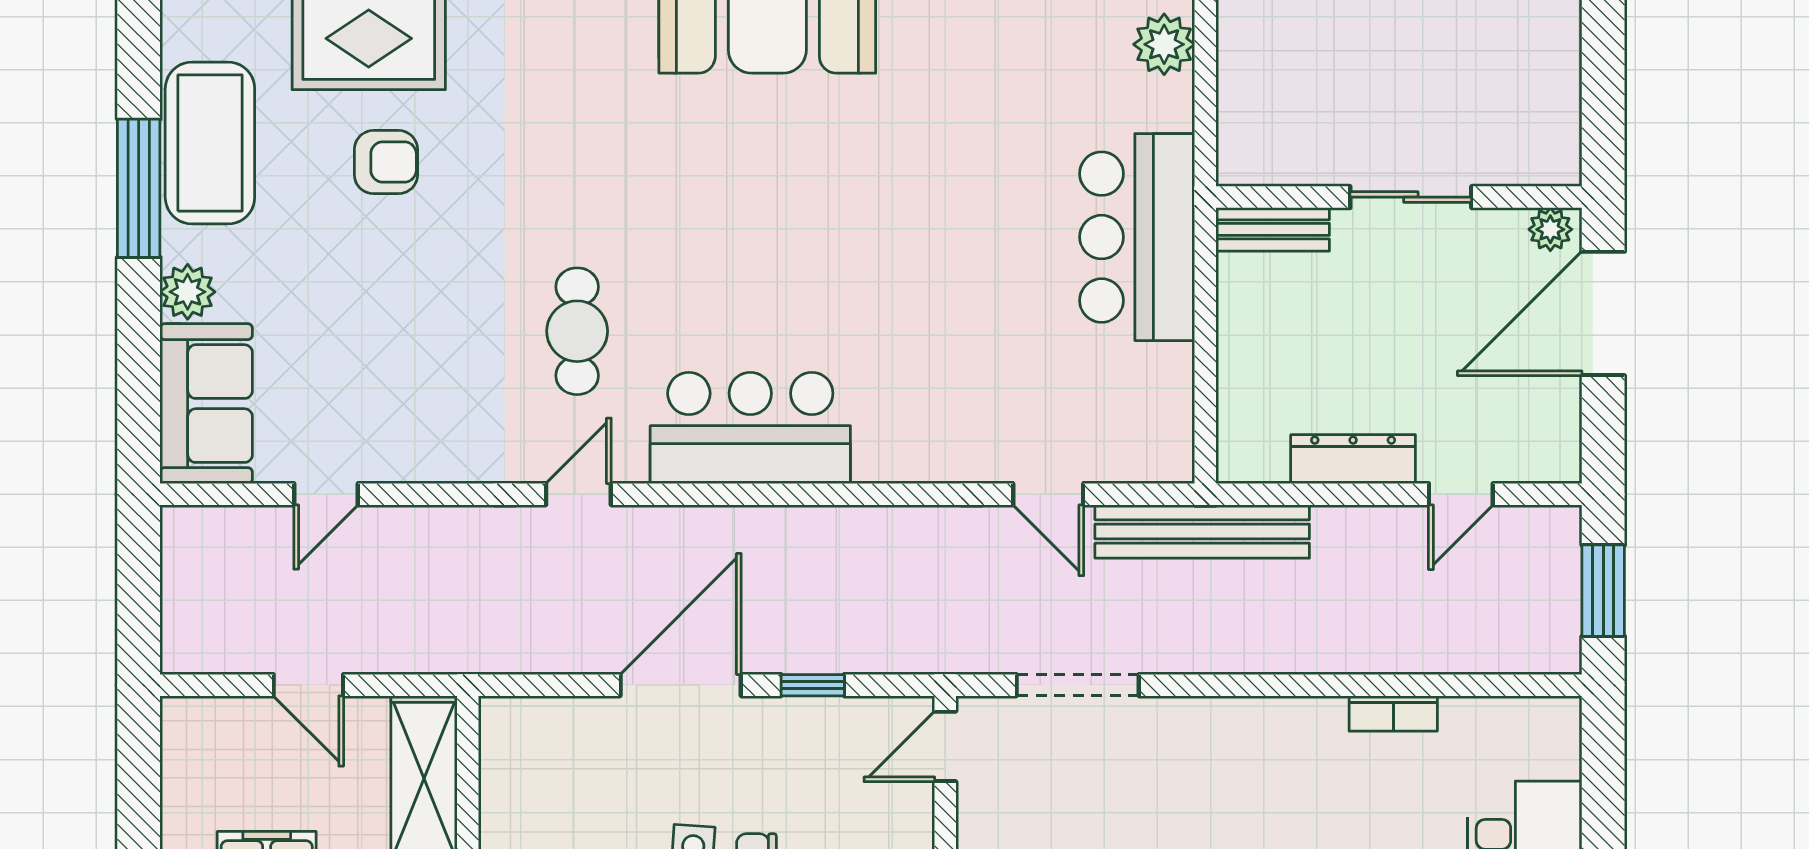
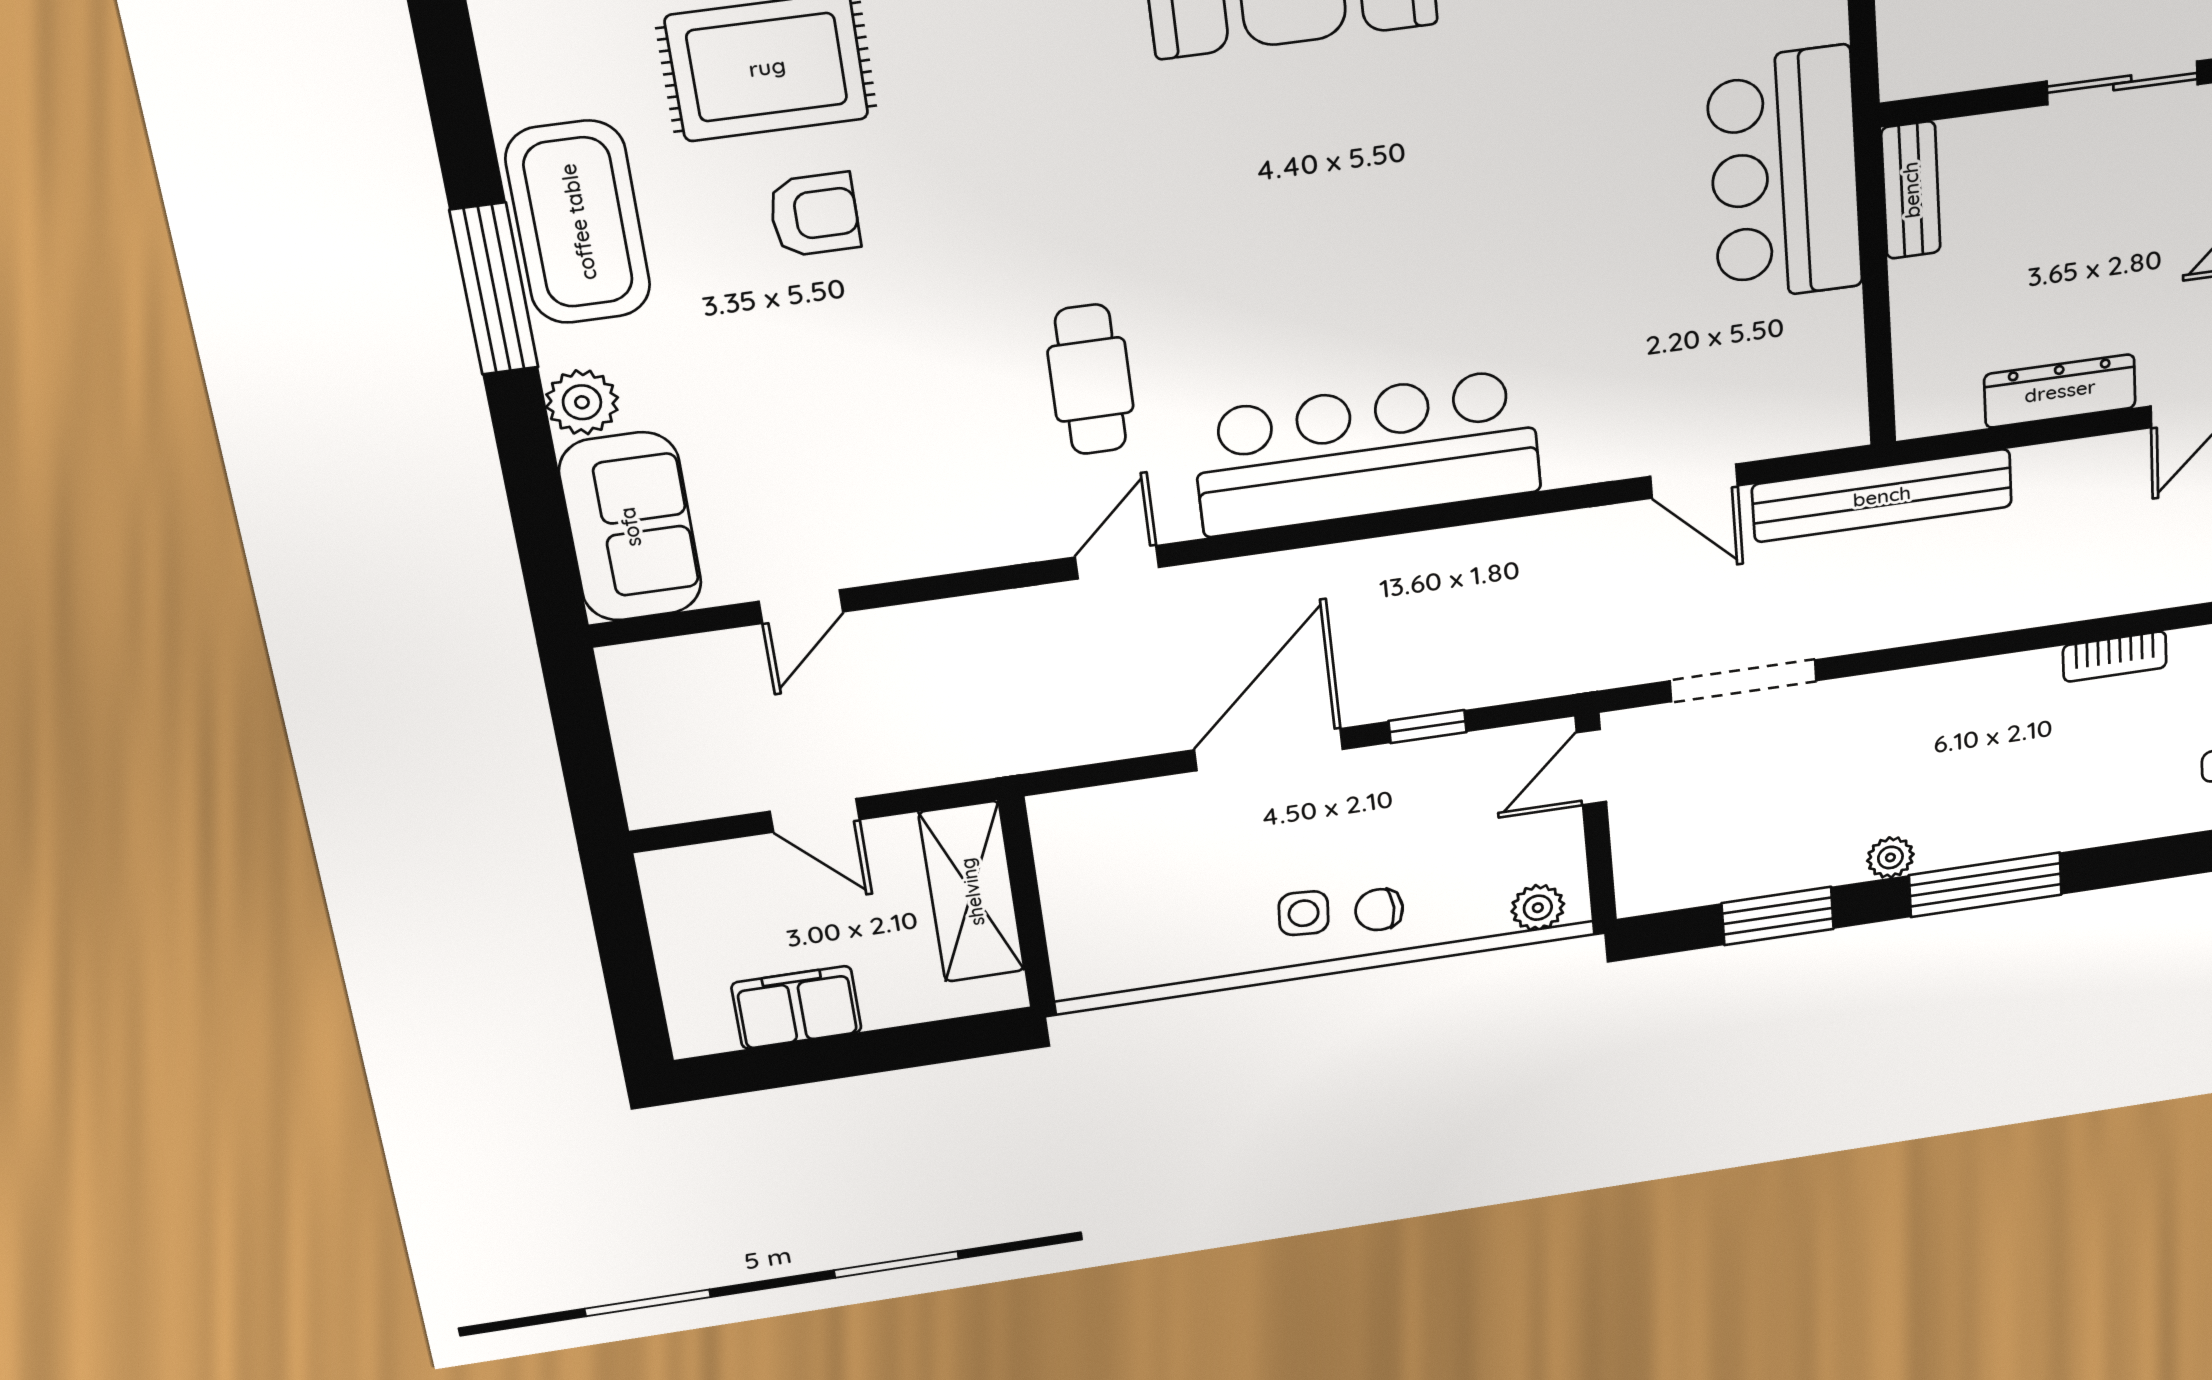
bench: (1273, 229) -> (1911, 190), moved, turned 90
bar counter: (750, 428) -> (1367, 453), width x1.36

